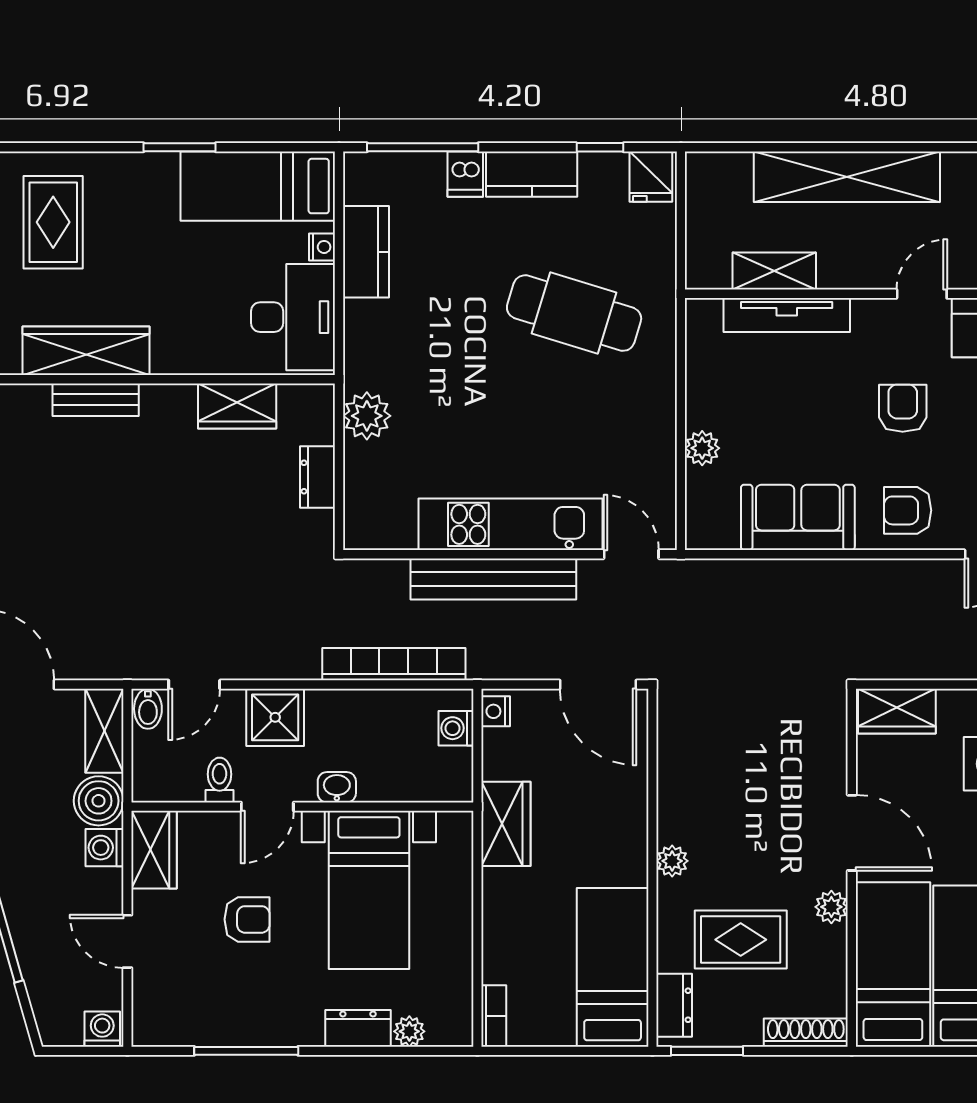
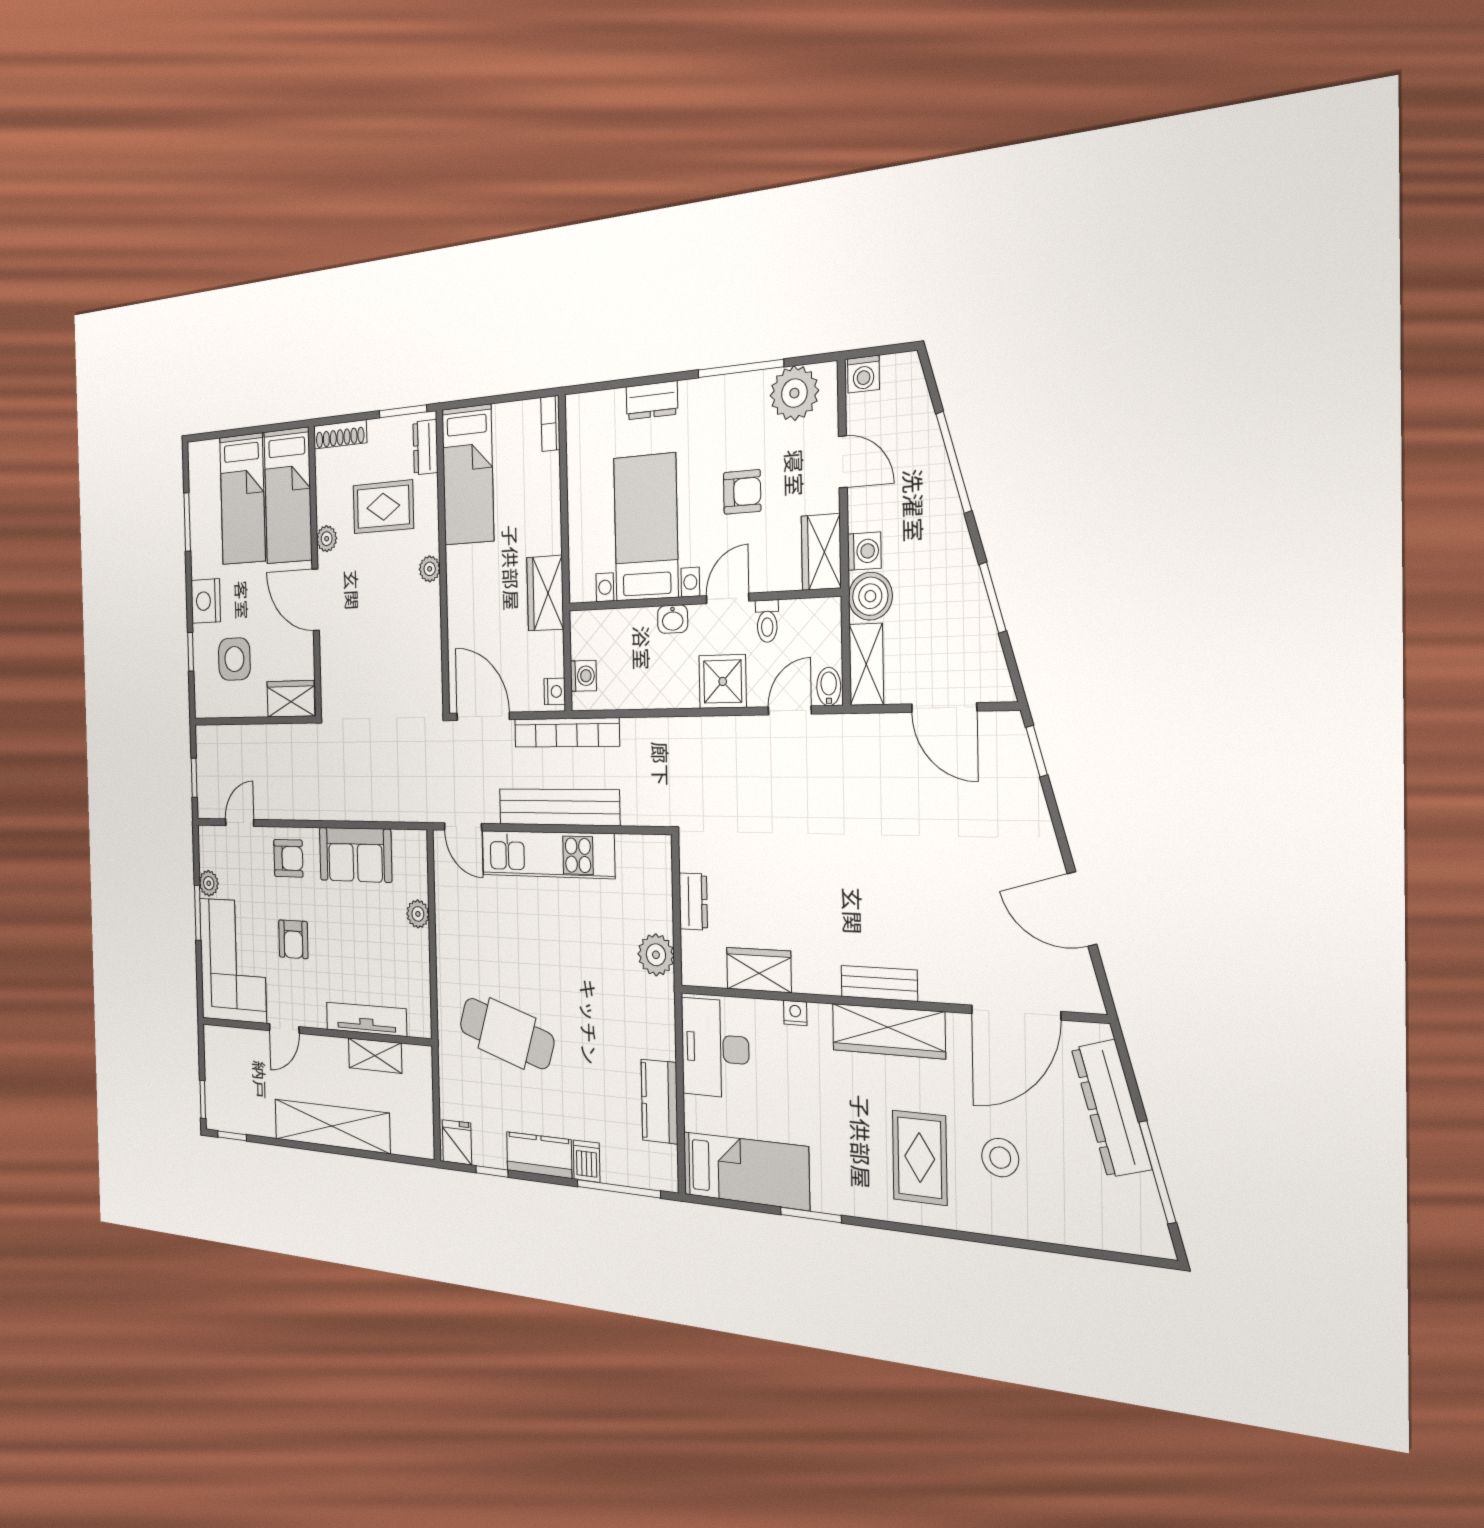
nightstand: (322, 247) -> (795, 1013), moved, turned 90
bookcase: (394, 664) -> (566, 733), moved
armchair: (247, 919) -> (742, 492), turned 180
plant: (409, 1031) -> (794, 393), moved, width x1.87, depth x1.87

